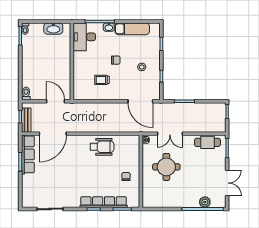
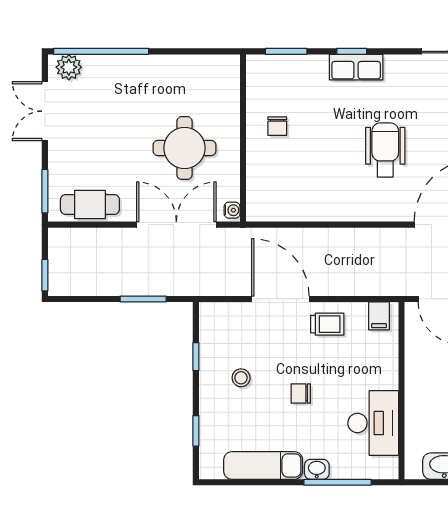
desk: (84, 37) -> (373, 423), moved
trolley: (102, 80) -> (327, 324), moved
filing cabinet: (82, 94) -> (379, 316), added
door: (140, 101) -> (280, 299), moved
double door: (170, 134) -> (176, 225), width x1.37
wheelchair: (102, 147) -> (385, 150), moved, turned 90
row of seats: (104, 202) -> (356, 67), width x0.50
plant: (205, 202) -> (69, 67), moved

